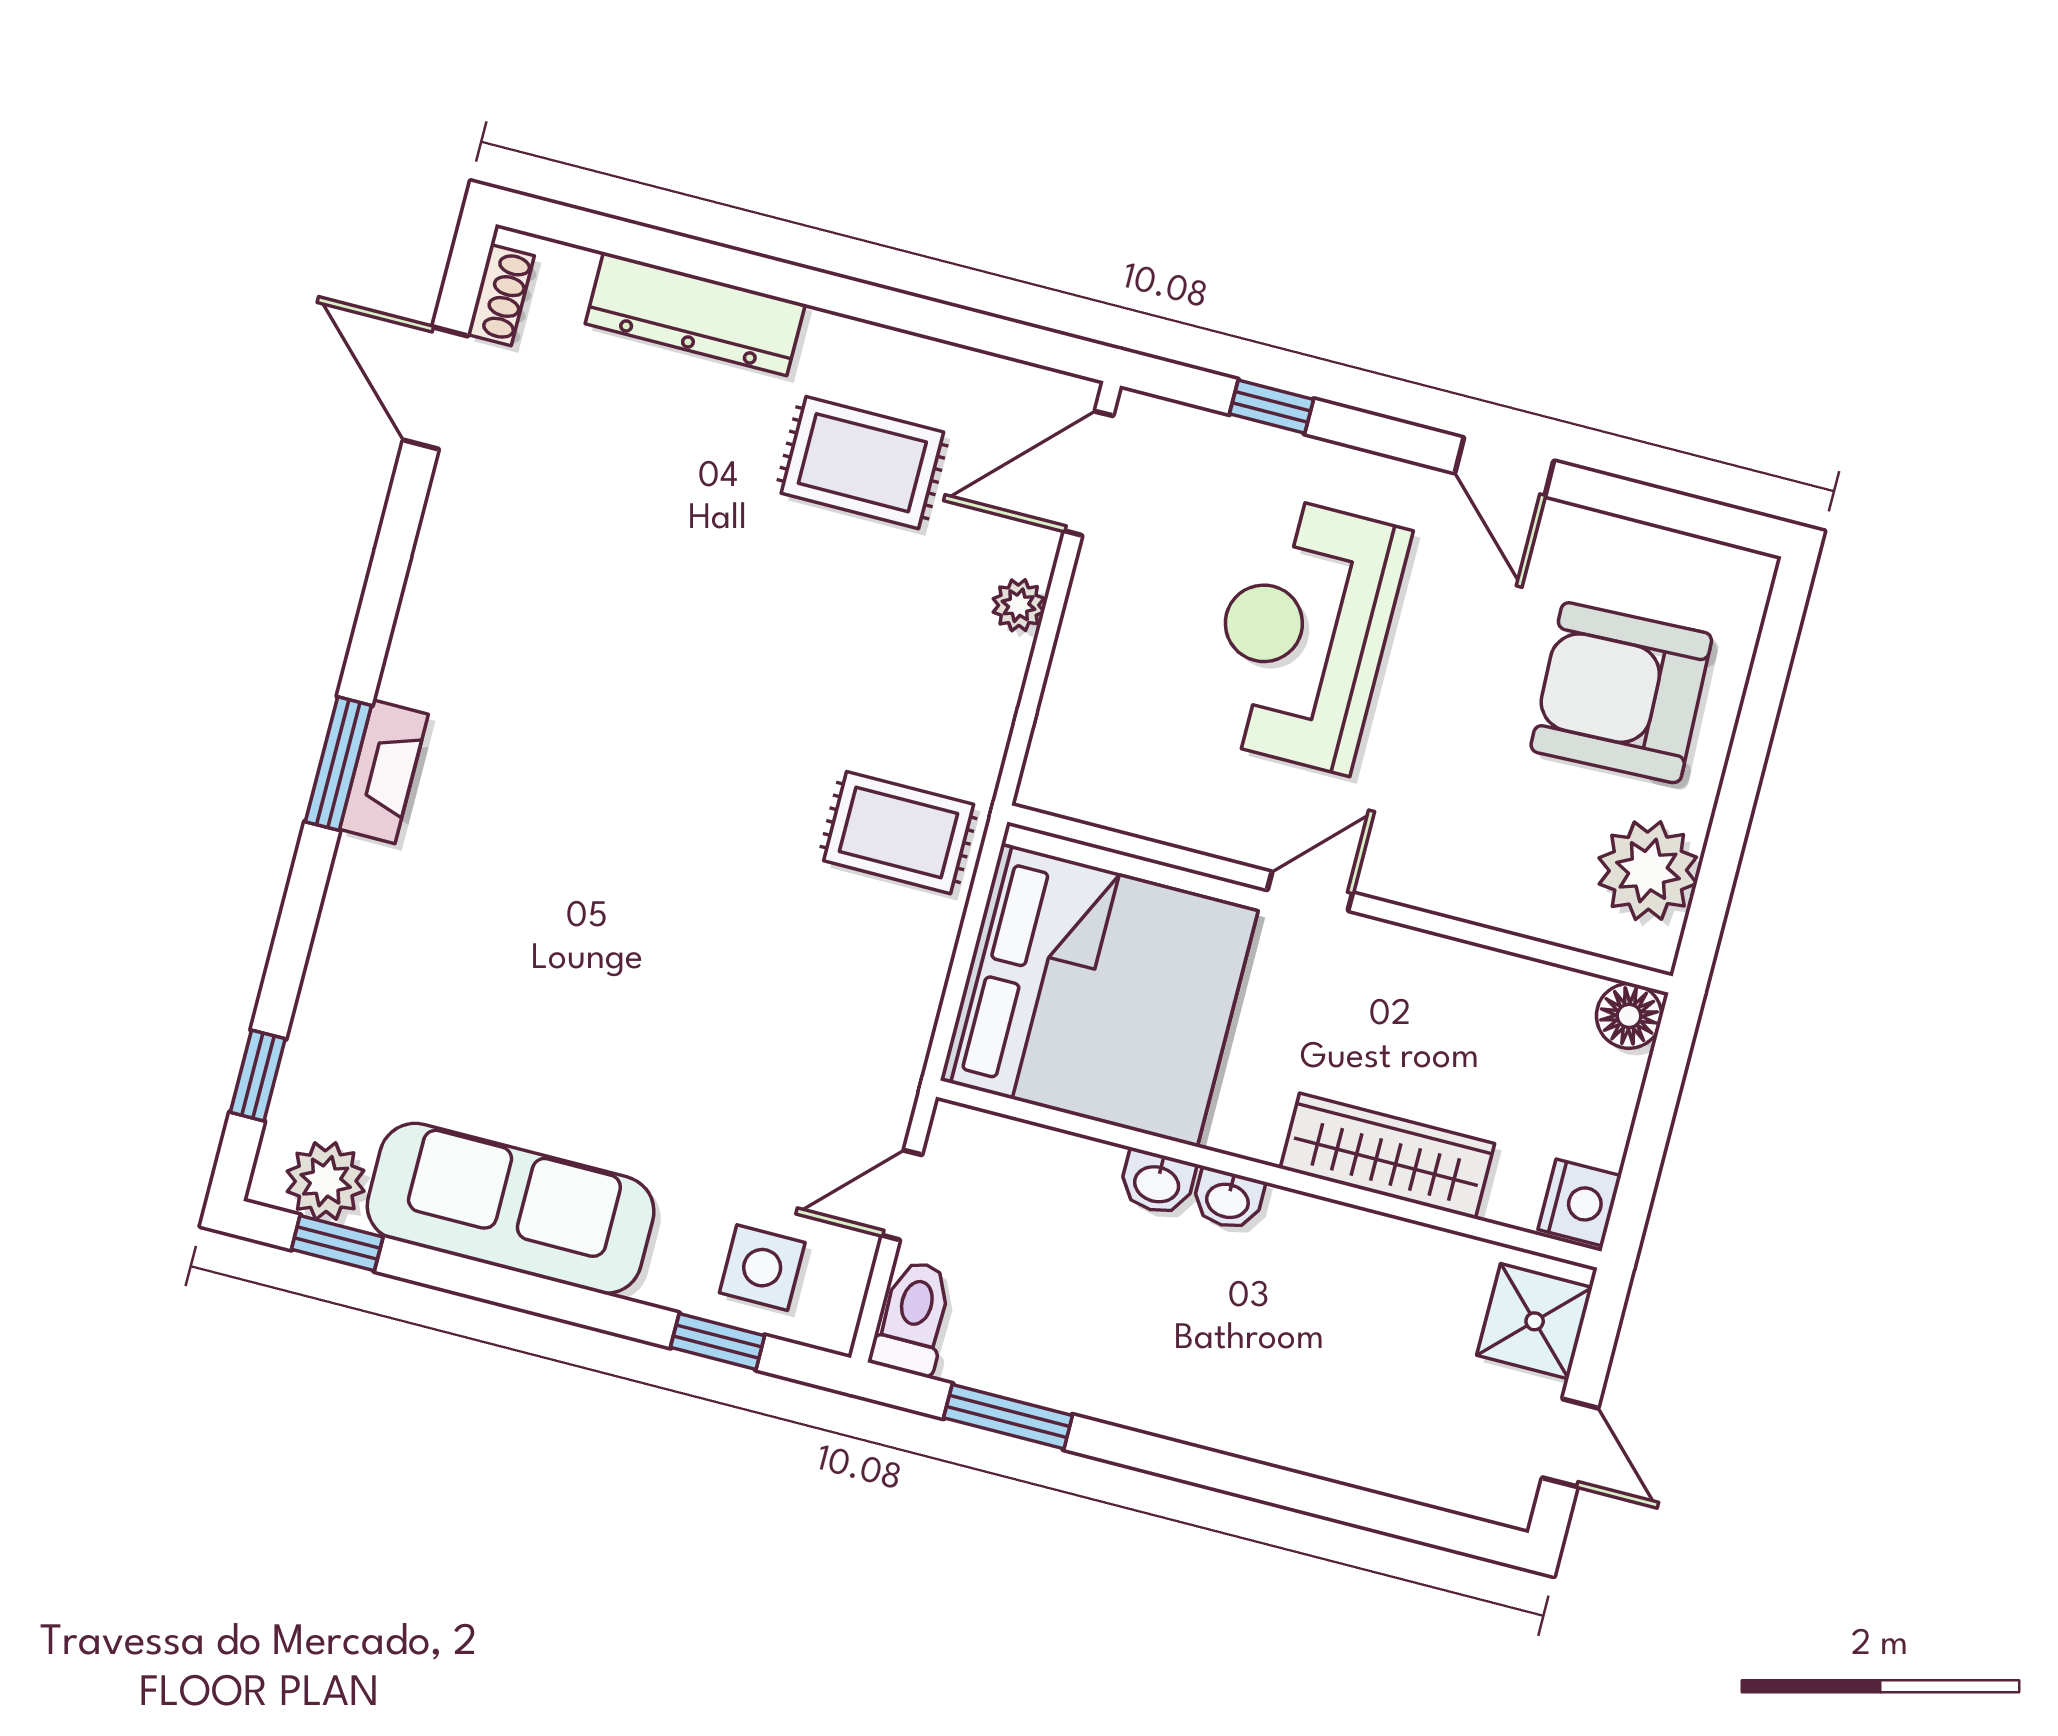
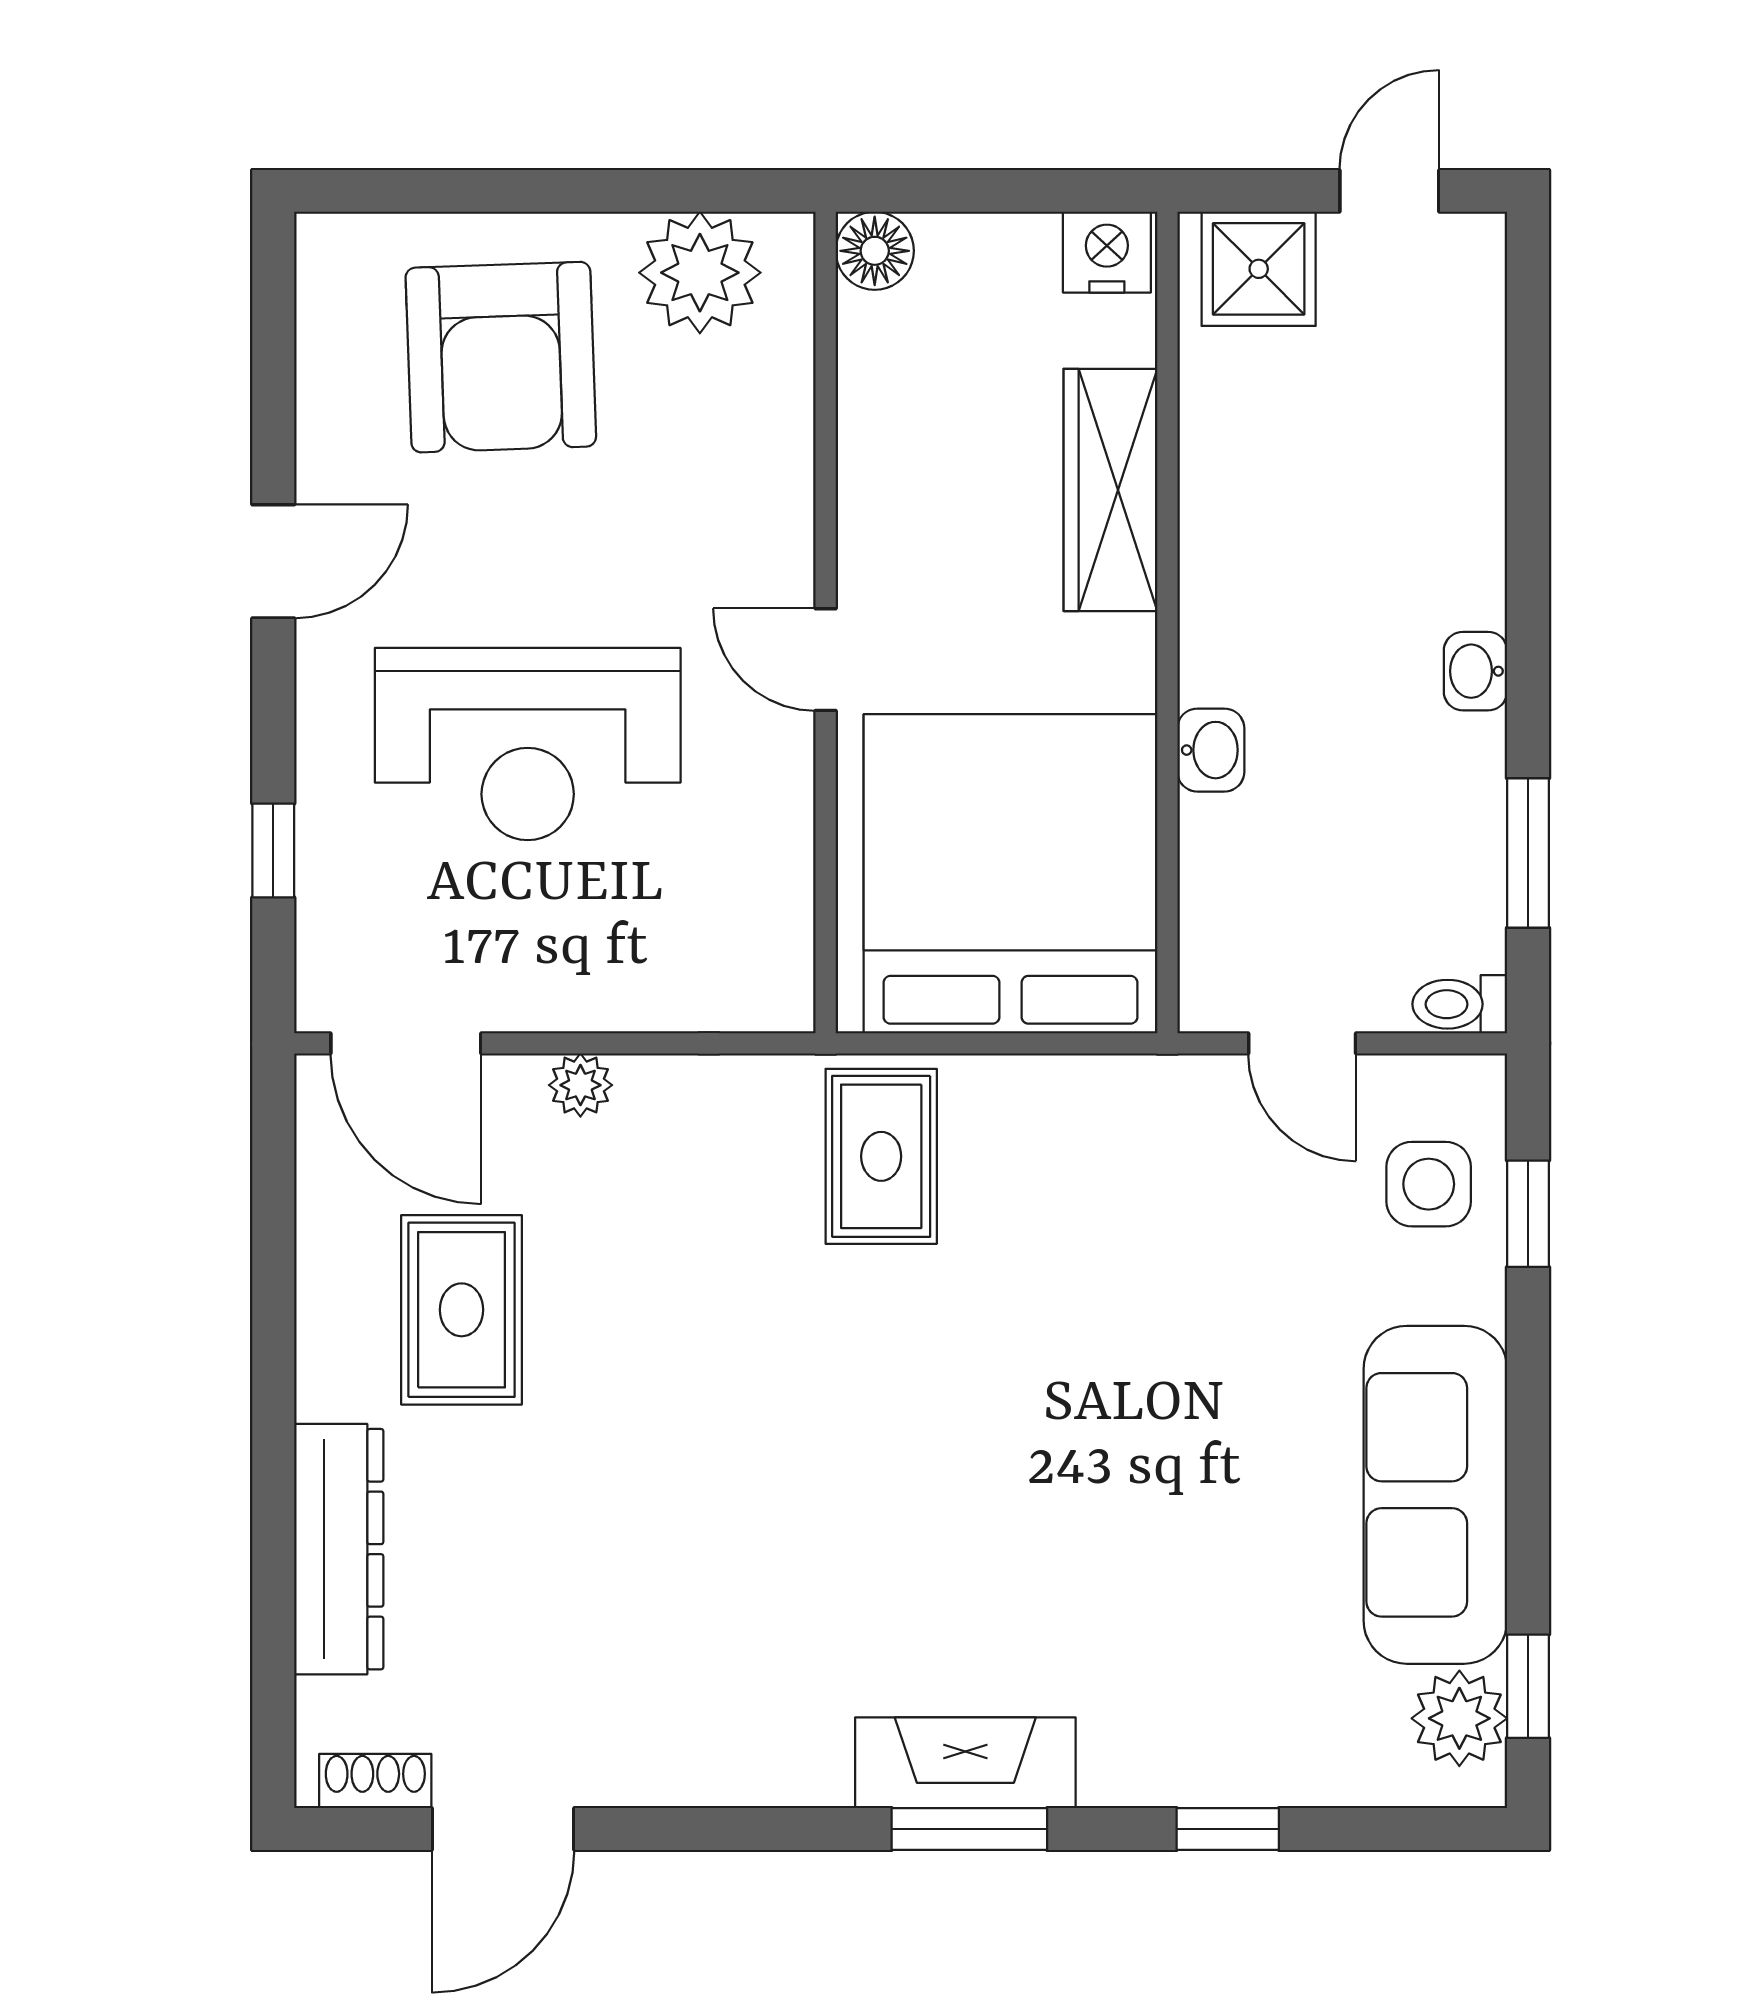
fireplace: (384, 772) -> (965, 1763), width x1.37, depth x1.32
window: (258, 1076) -> (1228, 1829), moved
washbasin: (1228, 1199) -> (1475, 671), moved, turned 180
toilet: (913, 1318) -> (1460, 1004), width x0.73, depth x0.72

